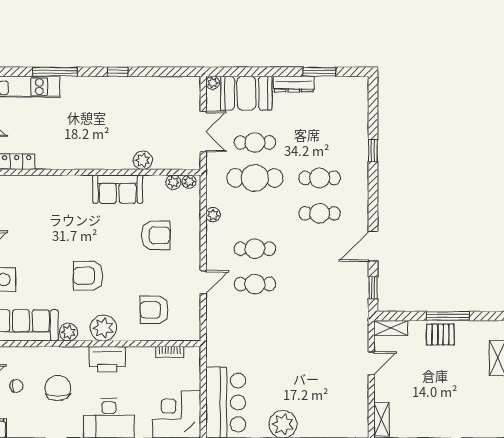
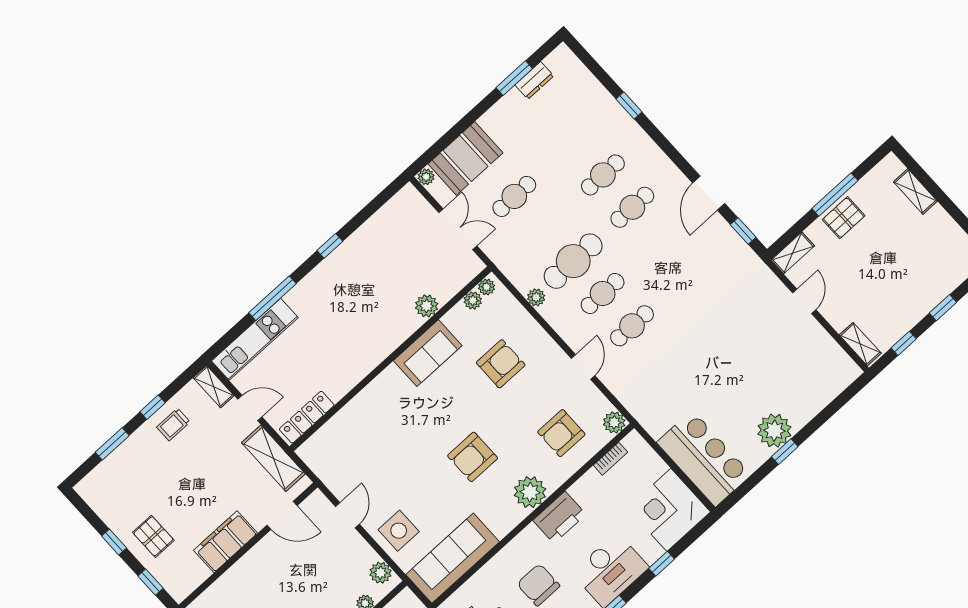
dresser: (294, 84) -> (534, 80), moved, width x0.70
cafe table: (255, 178) -> (573, 261), moved
plant: (68, 332) -> (614, 422), moved

